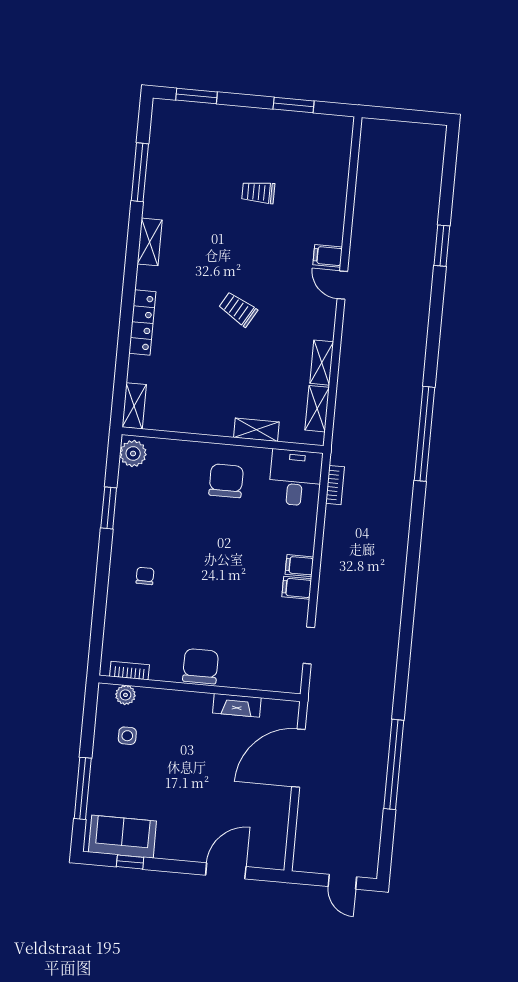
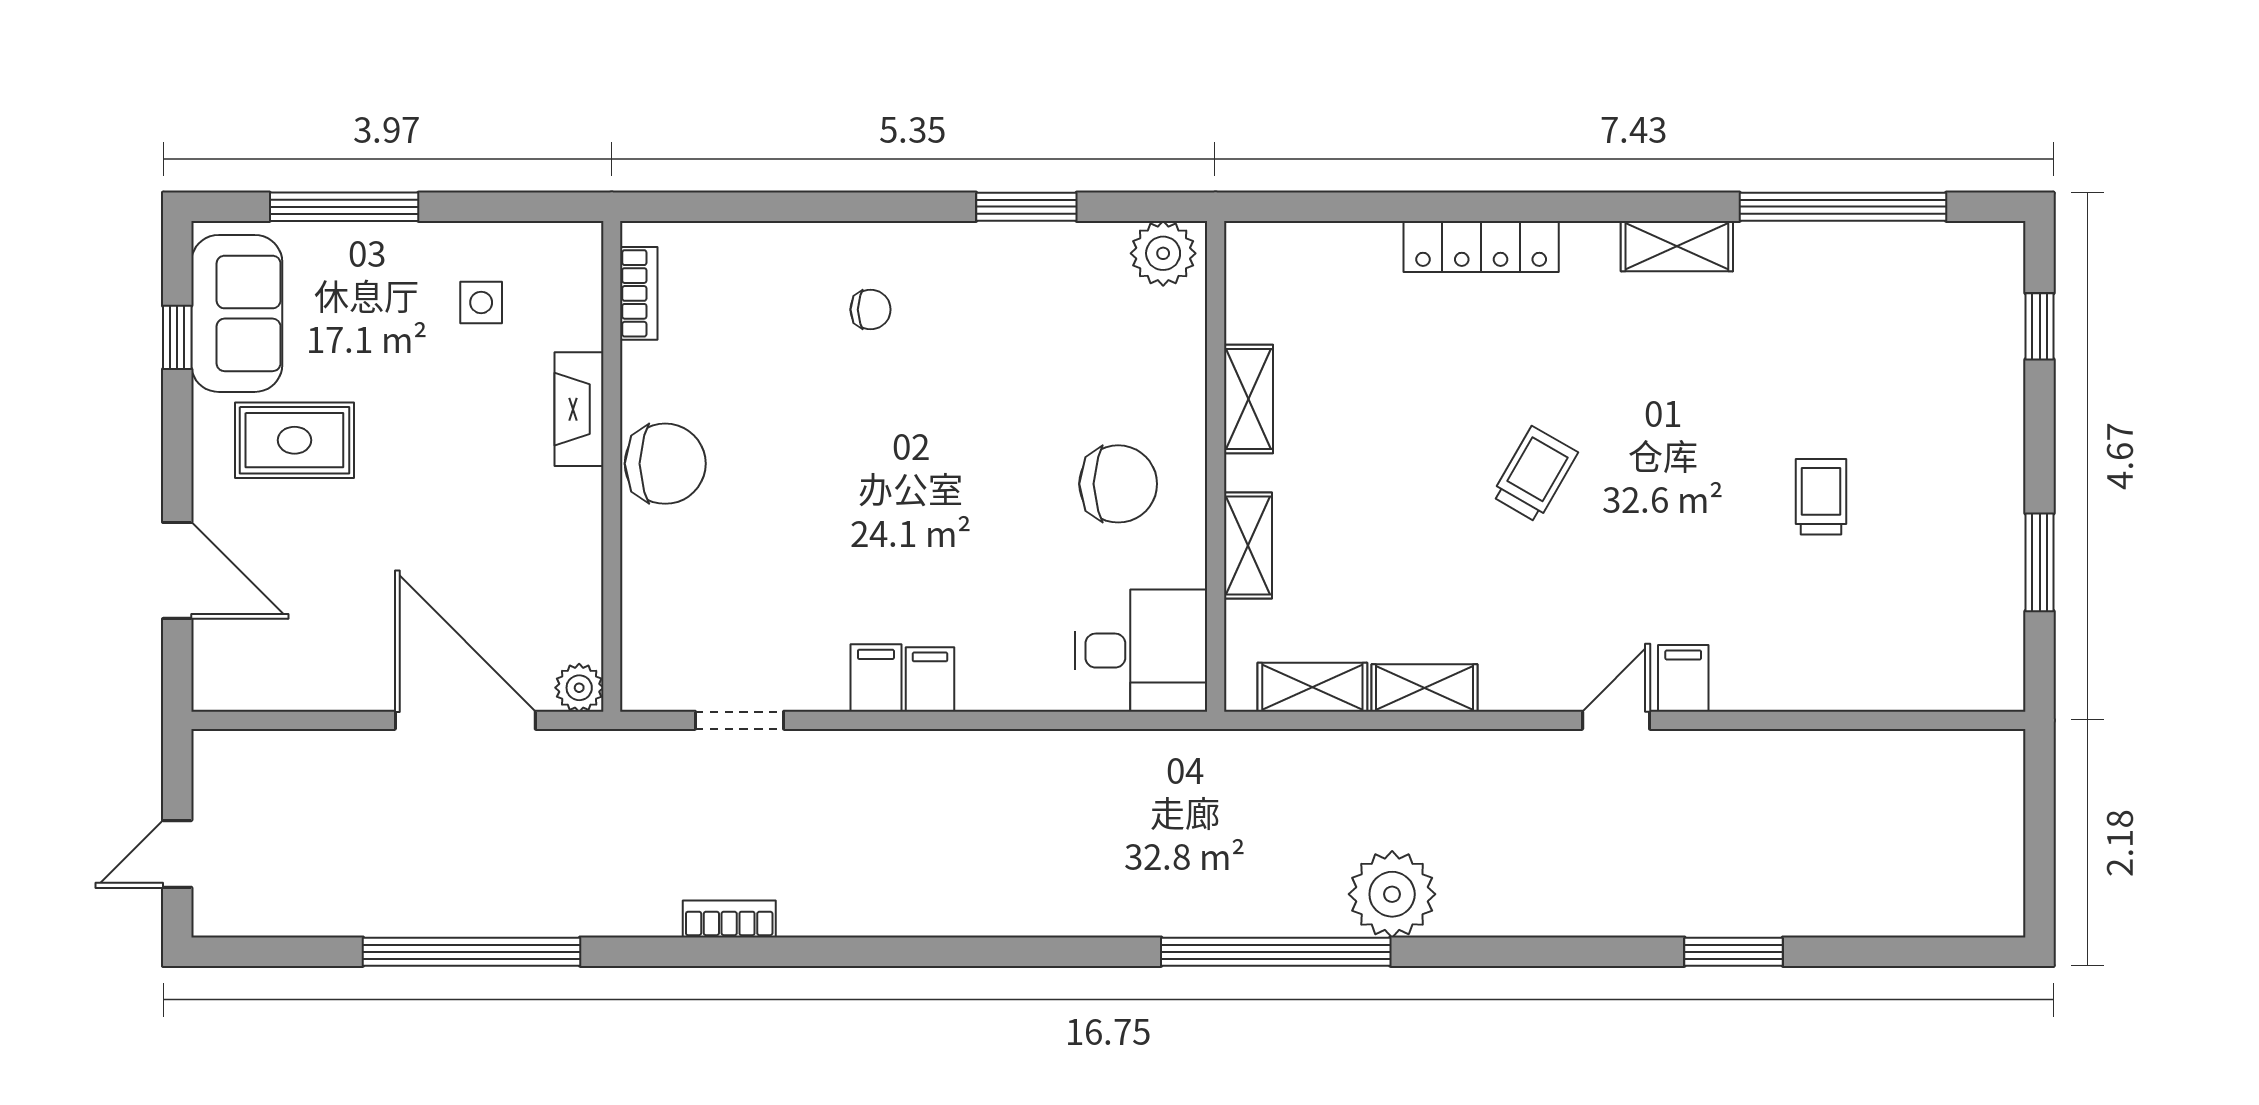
window: (196, 96) -> (2040, 326), width x0.67
window: (140, 172) -> (1843, 207), width x1.46
plant: (405, 384) -> (1392, 894), added
shelving: (134, 406) -> (1248, 399), moved, turned 90
bookcase: (335, 485) -> (729, 919), moved, turned 180
plant: (125, 695) -> (579, 688), moved
fireplace: (237, 705) -> (579, 409), moved
rug: (177, 818) -> (294, 440), added

